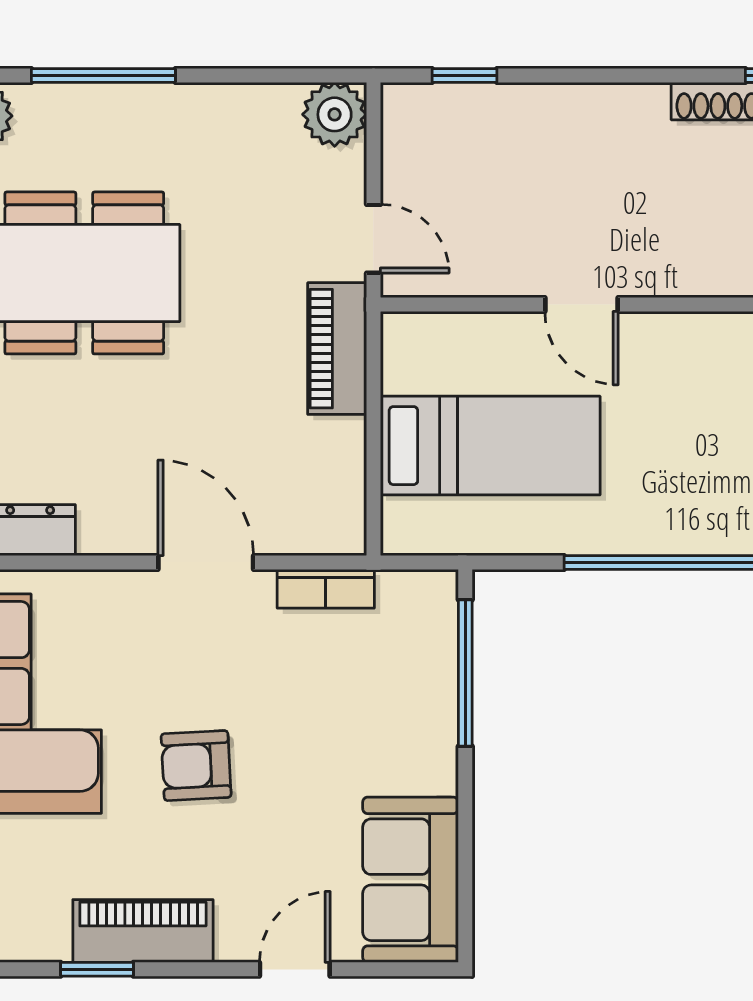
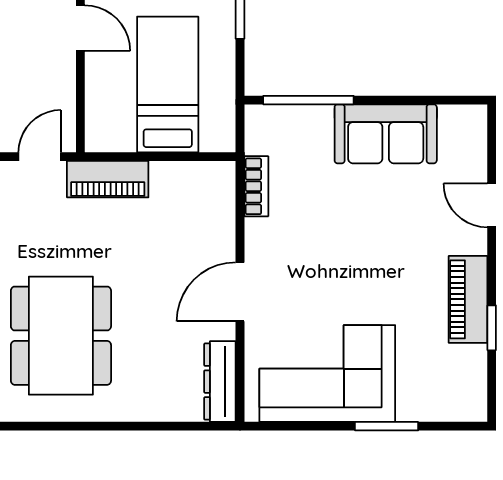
door: (581, 305) -> (80, 28), hinge flipped
door: (206, 562) -> (240, 292), moved
armchair: (196, 766) -> (366, 267), removed
sofa: (411, 880) -> (386, 134), moved

